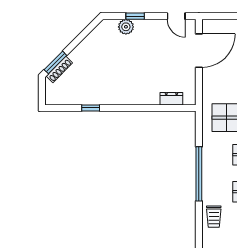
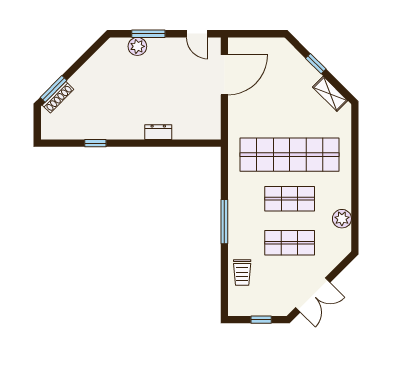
window: (135, 16) -> (148, 34), width x1.50
dresser: (171, 99) -> (158, 132), moved
window: (199, 174) -> (224, 222), width x0.68

